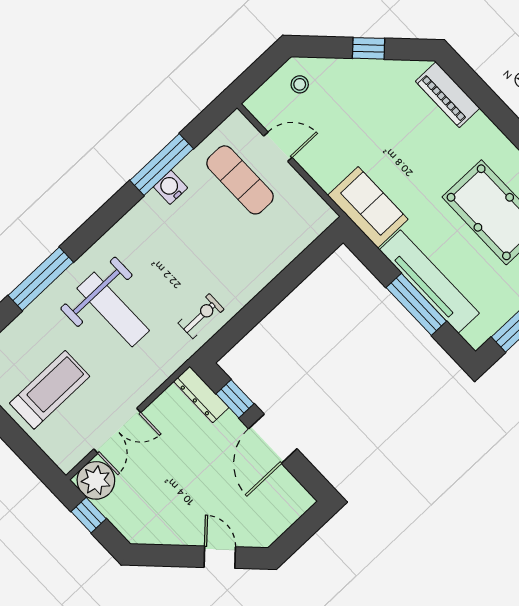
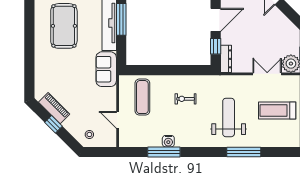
piano: (448, 95) -> (54, 108), moved, turned -45
exercise mat: (240, 180) -> (142, 97), moved
exercise bike: (201, 316) -> (186, 99), moved

